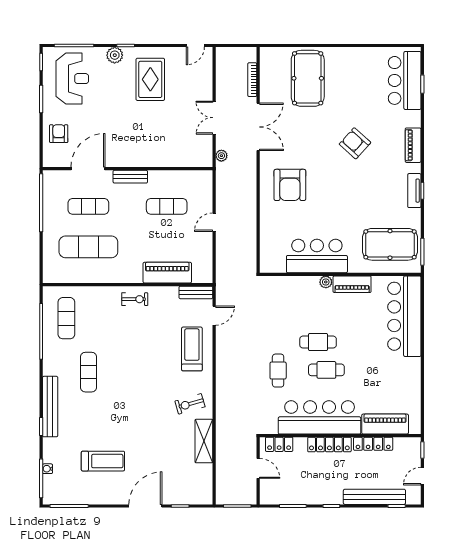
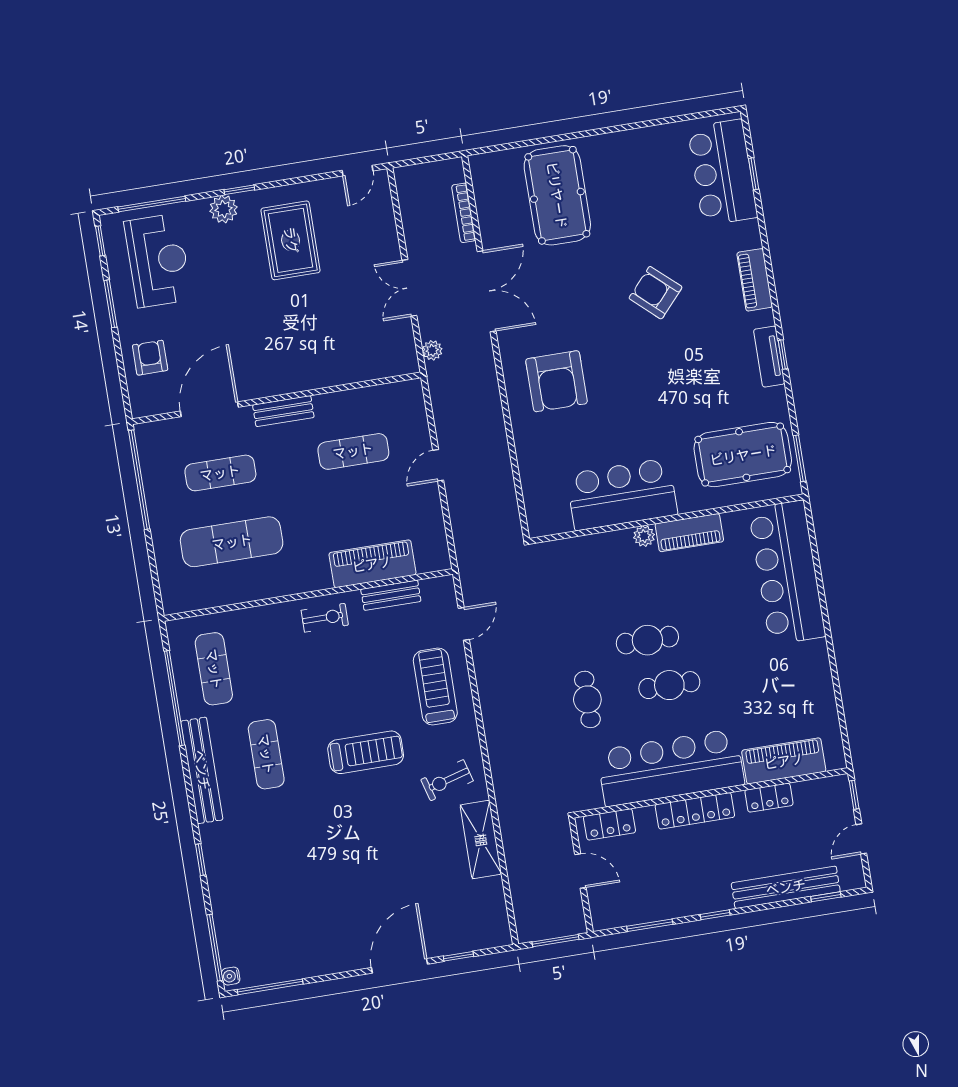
bench: (196, 292) -> (391, 595), moved
bench: (50, 407) -> (202, 770), moved
locker: (373, 444) -> (769, 798), width x0.66
treadmill: (103, 461) -> (366, 752), moved
water cooler: (48, 469) -> (231, 976), moved

